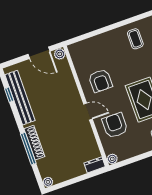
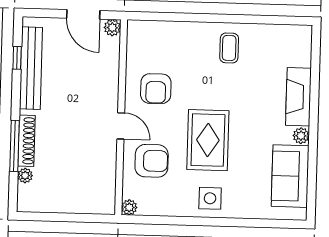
armchair: (115, 125) -> (152, 161), turned 90
dresser: (95, 165) -> (101, 206), removed
plant: (48, 182) -> (25, 175), moved

